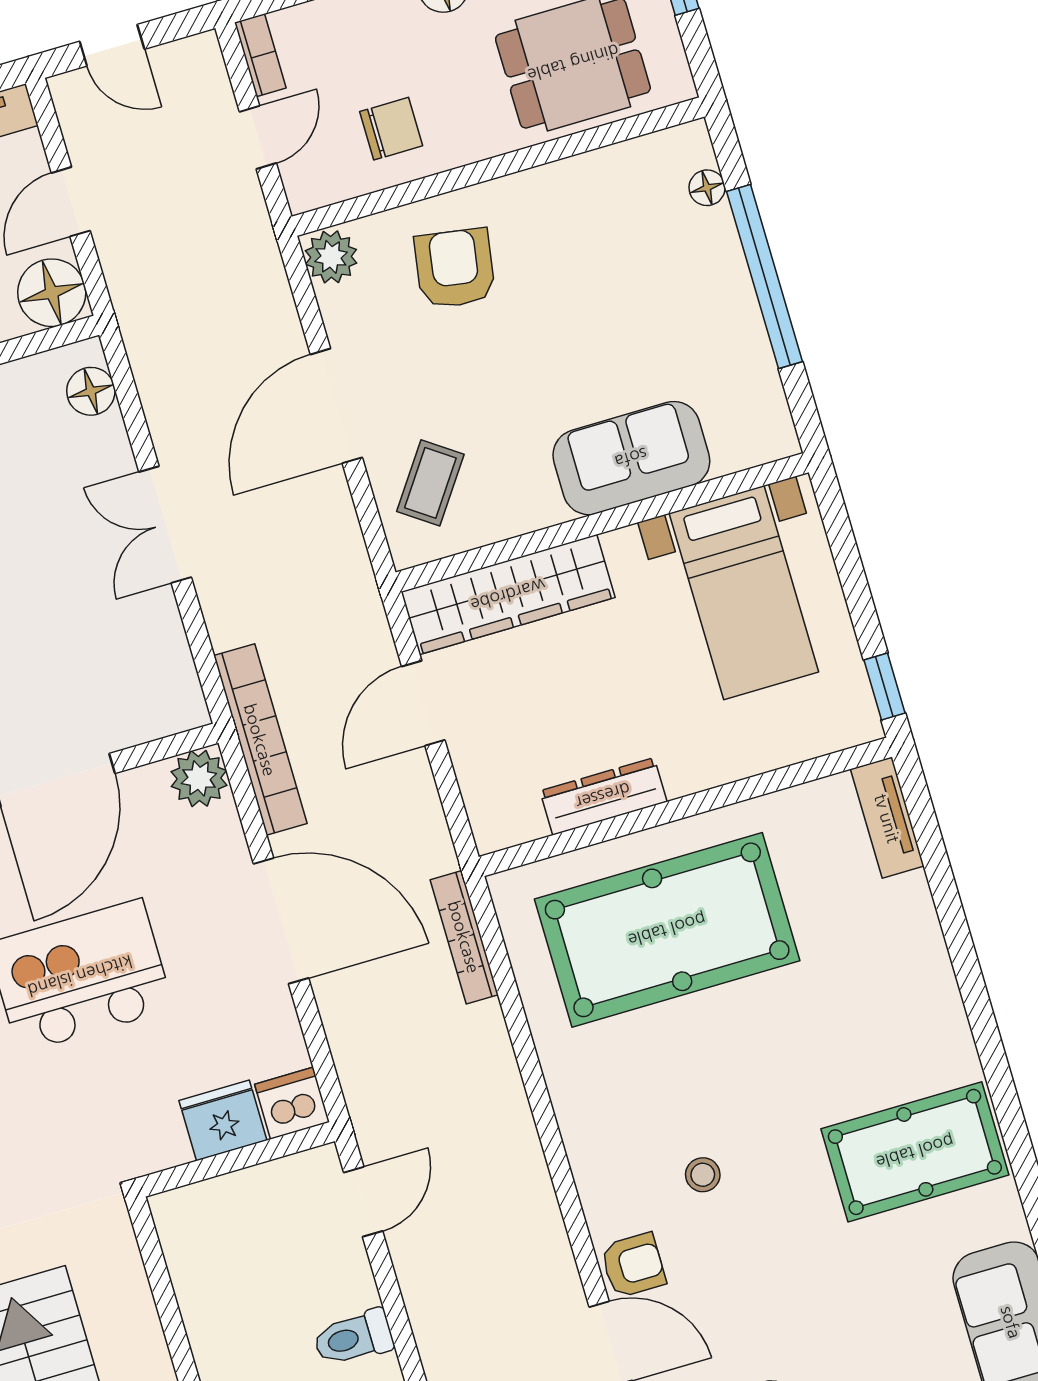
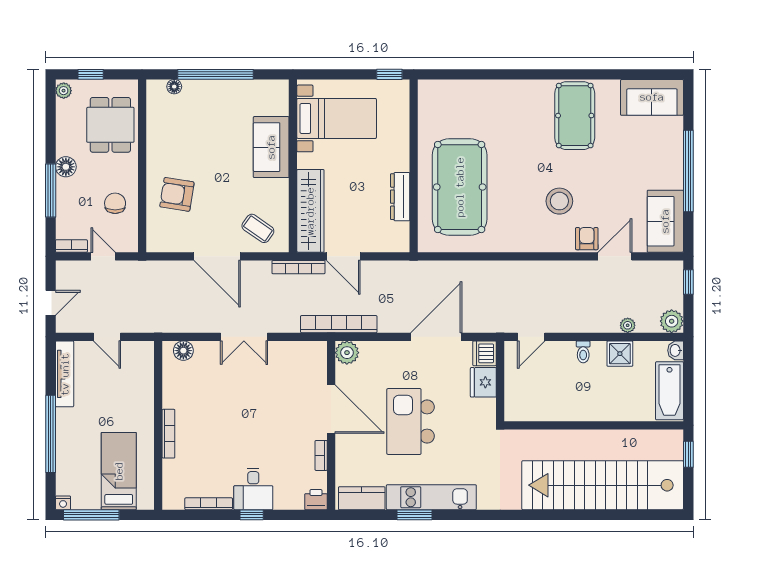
plant: (331, 257) -> (158, 241), removed
floor lamp: (52, 293) -> (140, 355), removed
tv unit: (887, 818) -> (441, 88), removed
door: (281, 921) -> (436, 337), moved
bookcase: (464, 937) -> (298, 267), moved
stool: (703, 1175) -> (559, 201), width x1.89, depth x1.89
door: (363, 1202) -> (531, 337), swing flipped
toilet: (353, 1338) -> (583, 352), width x0.73, depth x0.72

